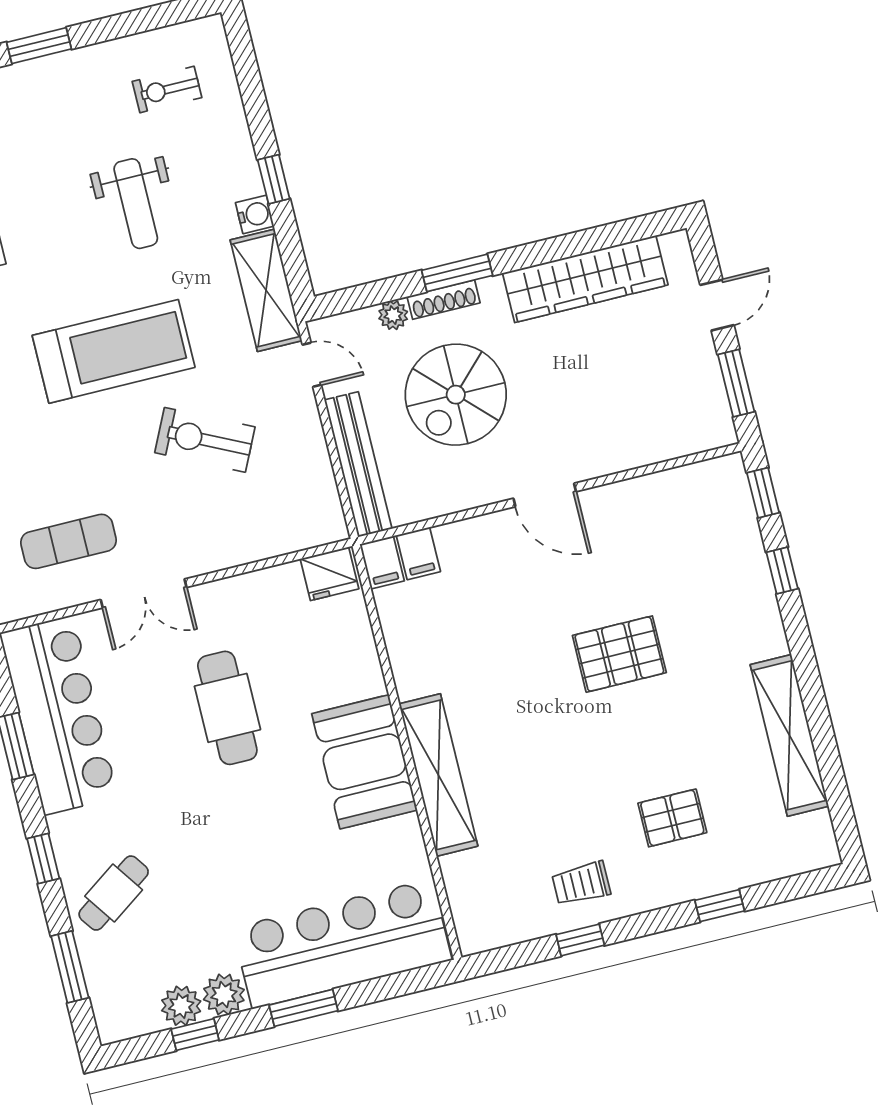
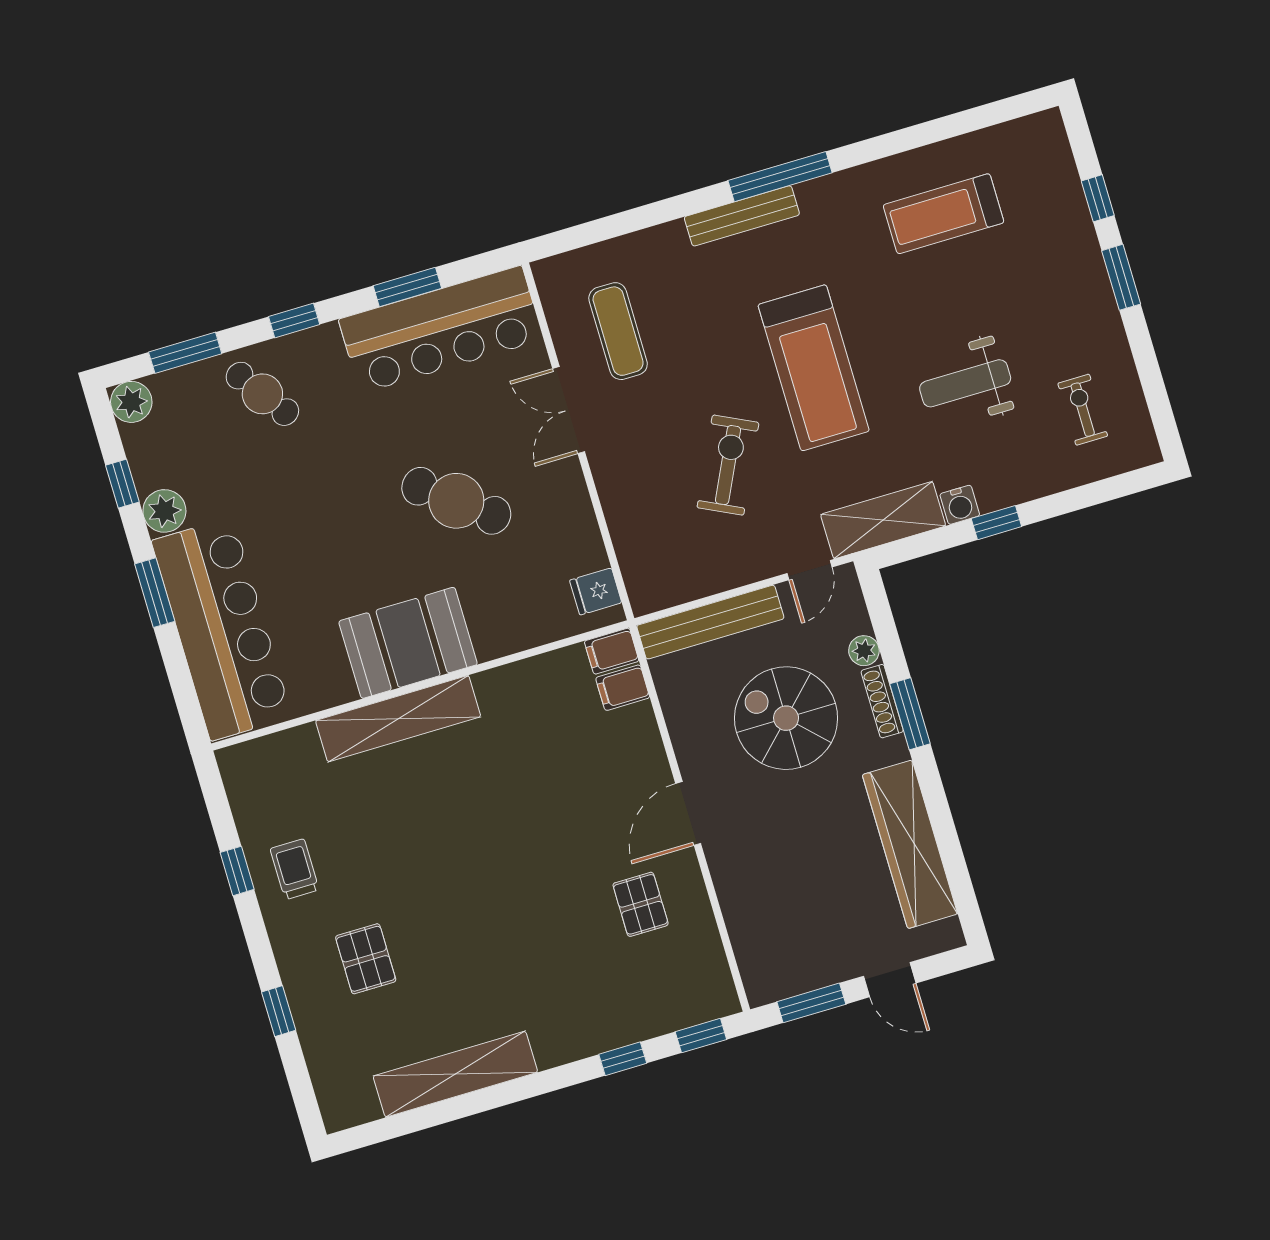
fridge: (330, 574) -> (596, 591), width x0.72
pallet: (619, 654) -> (641, 904), moved, width x0.67, depth x0.71
cafe table: (227, 708) -> (456, 501), turned 38
plant: (181, 1006) -> (131, 402), moved

